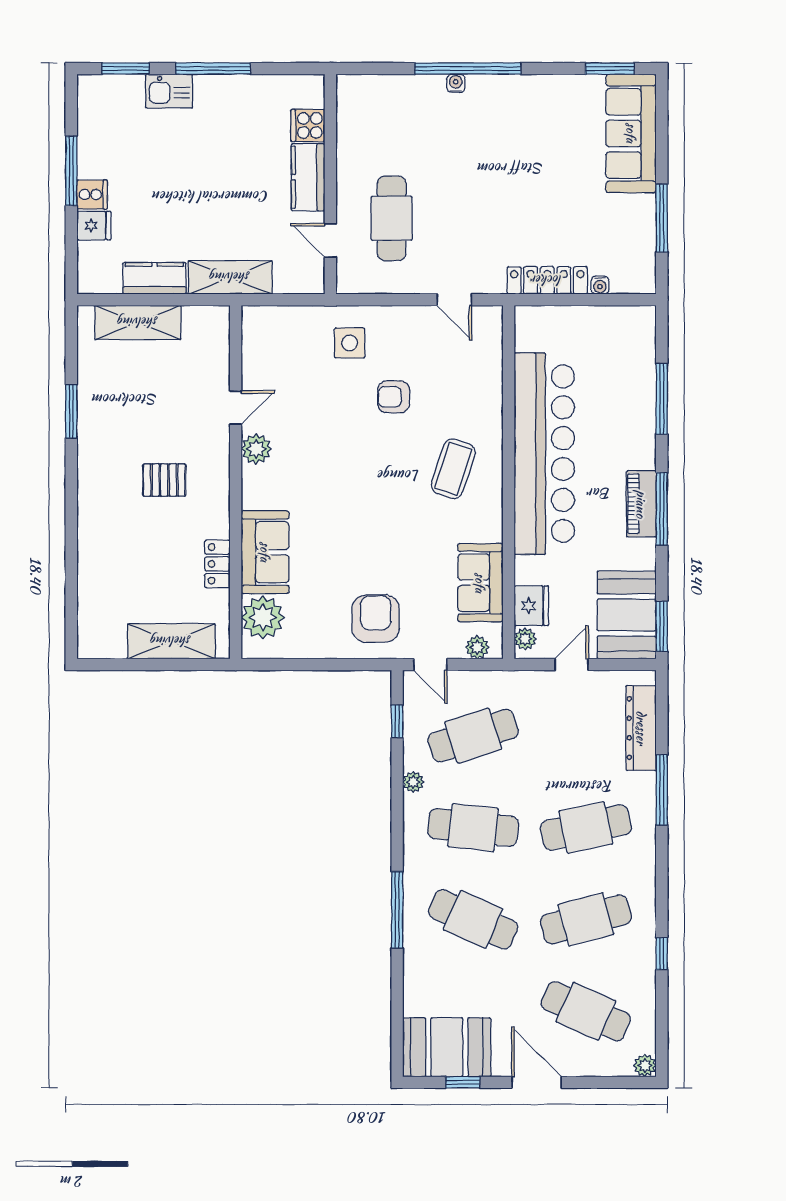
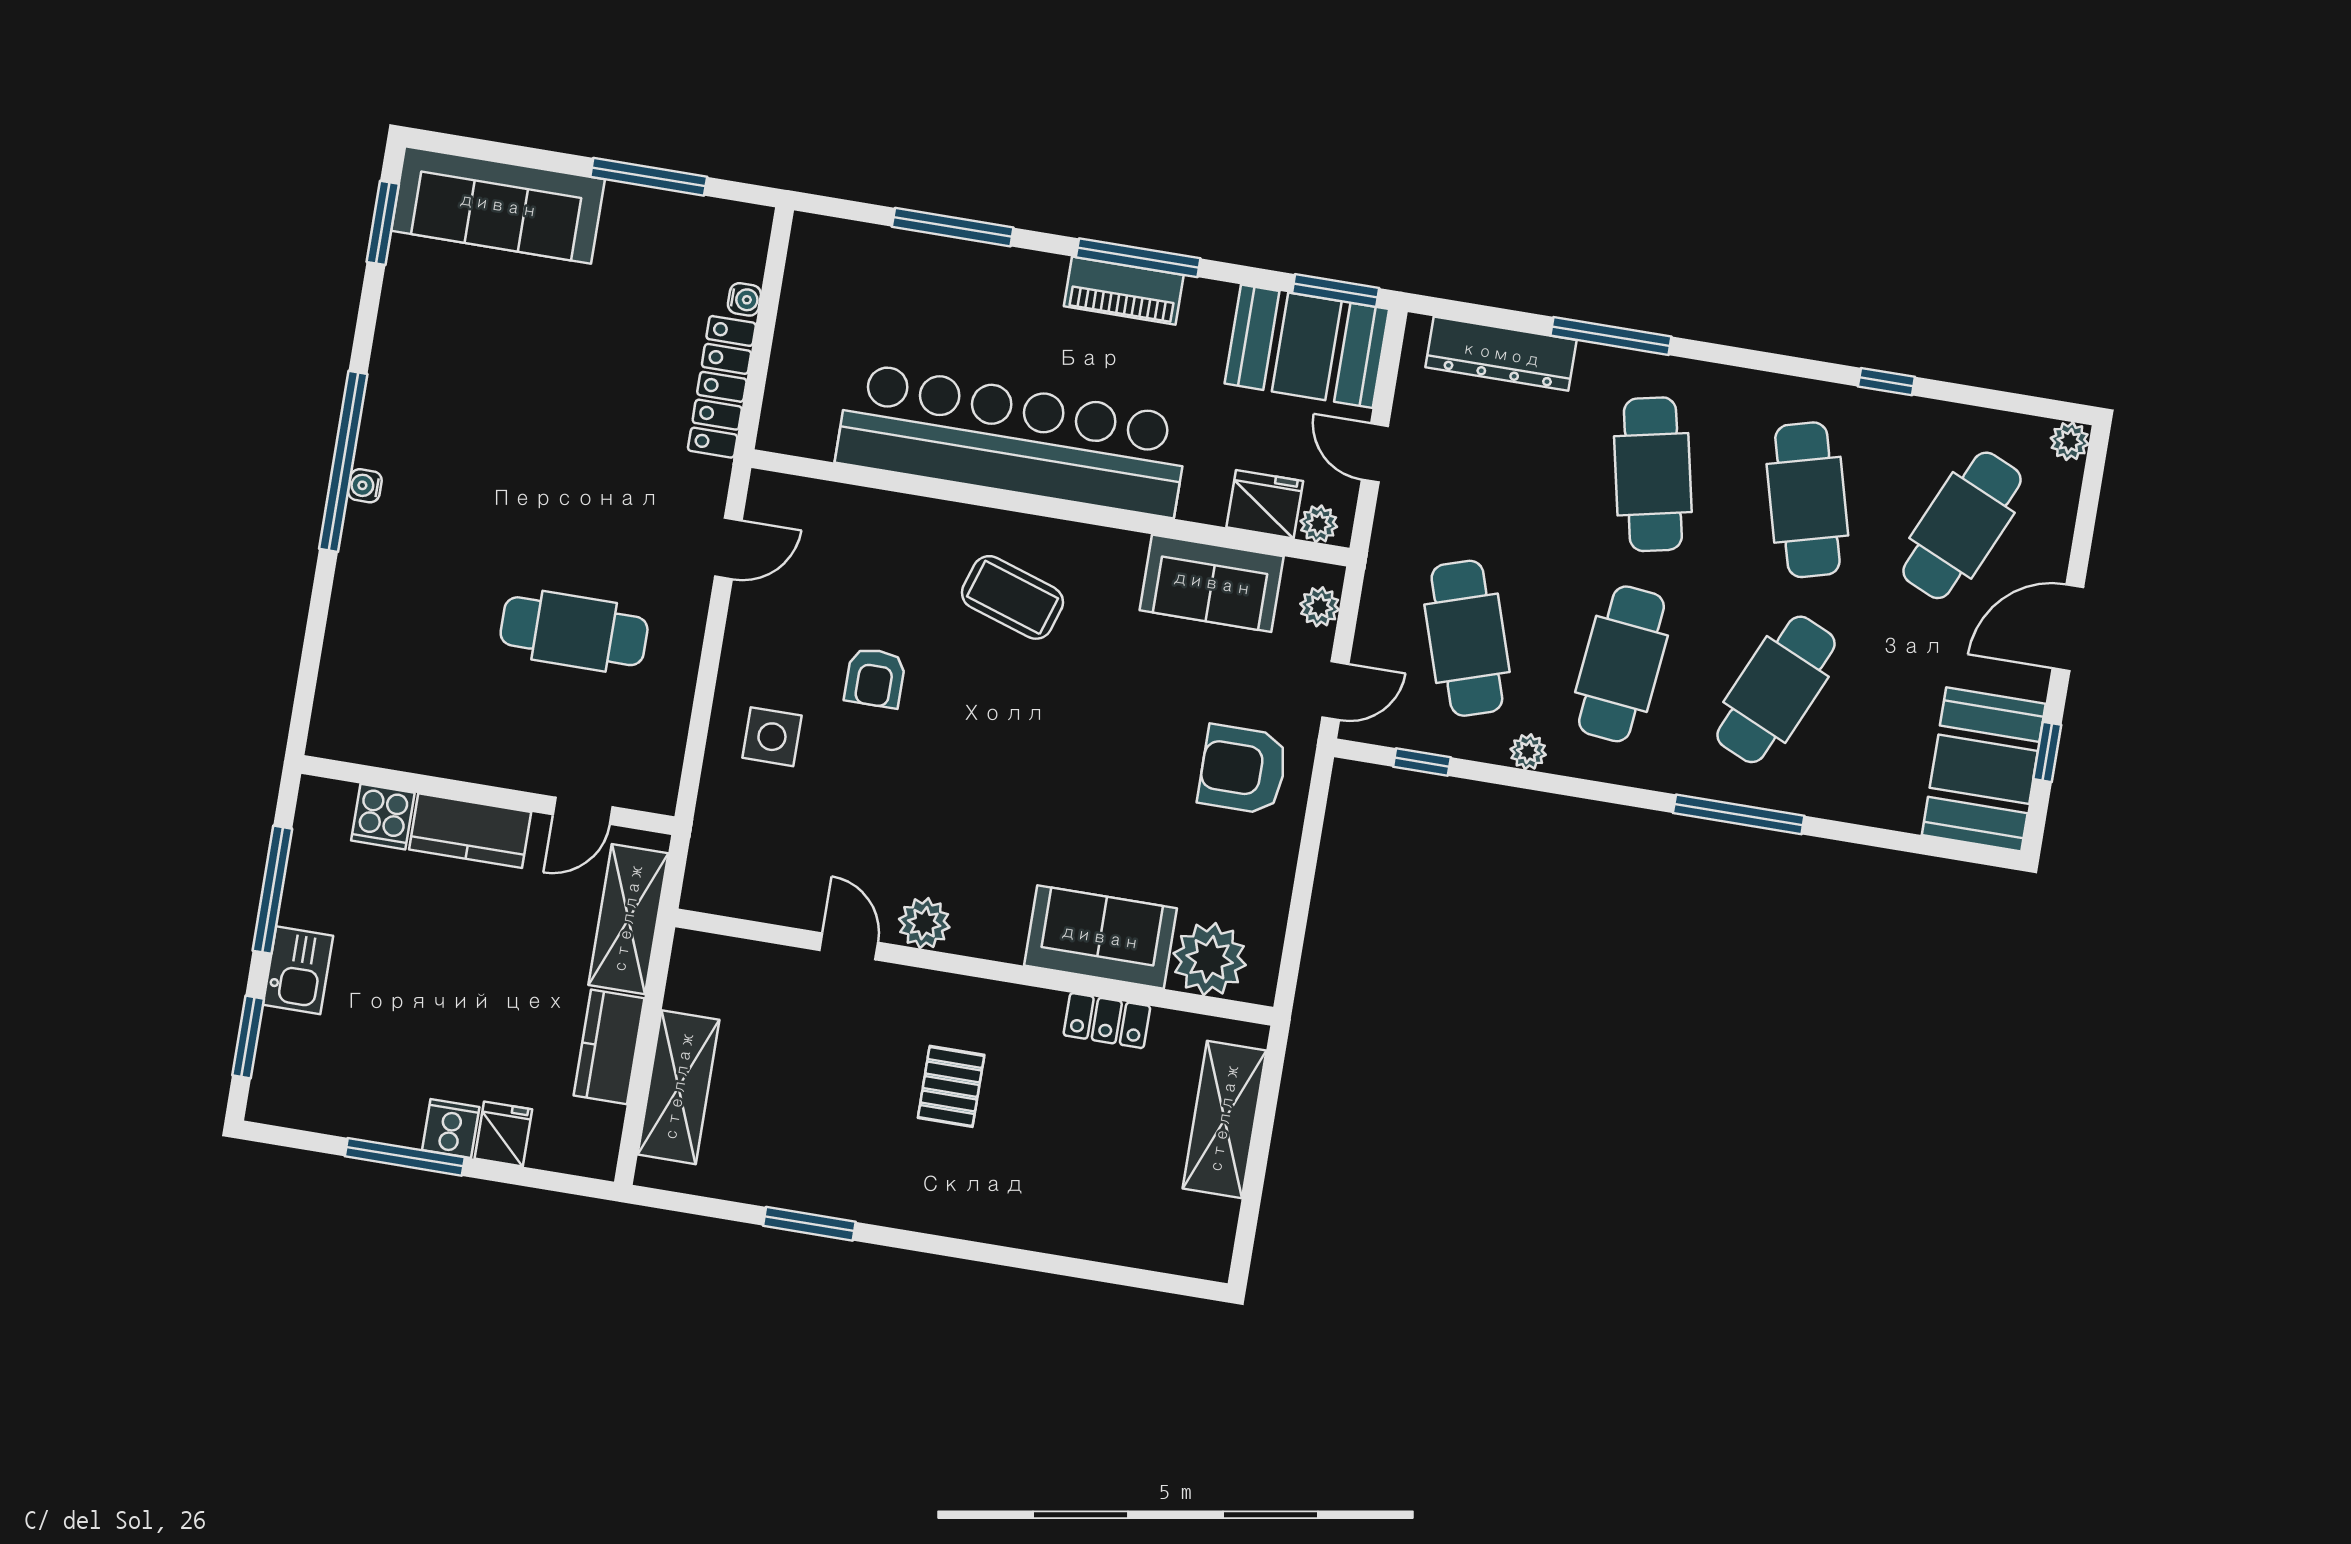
cooker: (308, 125) -> (383, 817), moved
kitchen counter: (308, 177) -> (470, 831), moved
wall: (330, 184) -> (488, 795), moved
door: (330, 240) -> (583, 811), moved

